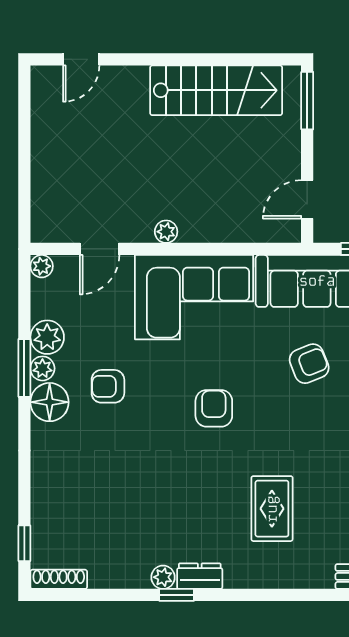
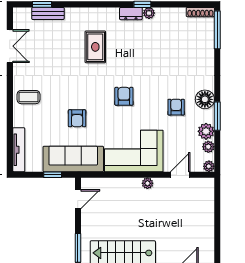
armchair: (309, 364) -> (77, 118), turned -68
plant: (42, 368) -> (208, 147), moved
armchair: (108, 386) -> (176, 107), turned -90
armchair: (214, 408) -> (124, 96), turned 180
window: (24, 543) -> (217, 30), width x2.17

